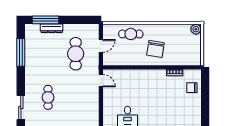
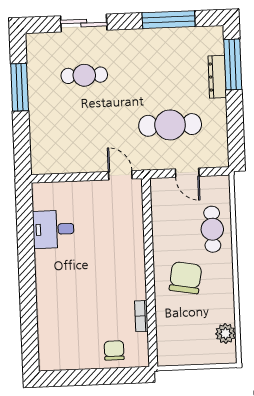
plant: (196, 29) -> (226, 333), moved
chair: (155, 49) -> (185, 278), turned 91
door: (101, 81) -> (120, 175), swing flipped
sliding door: (21, 107) -> (84, 23), moved

